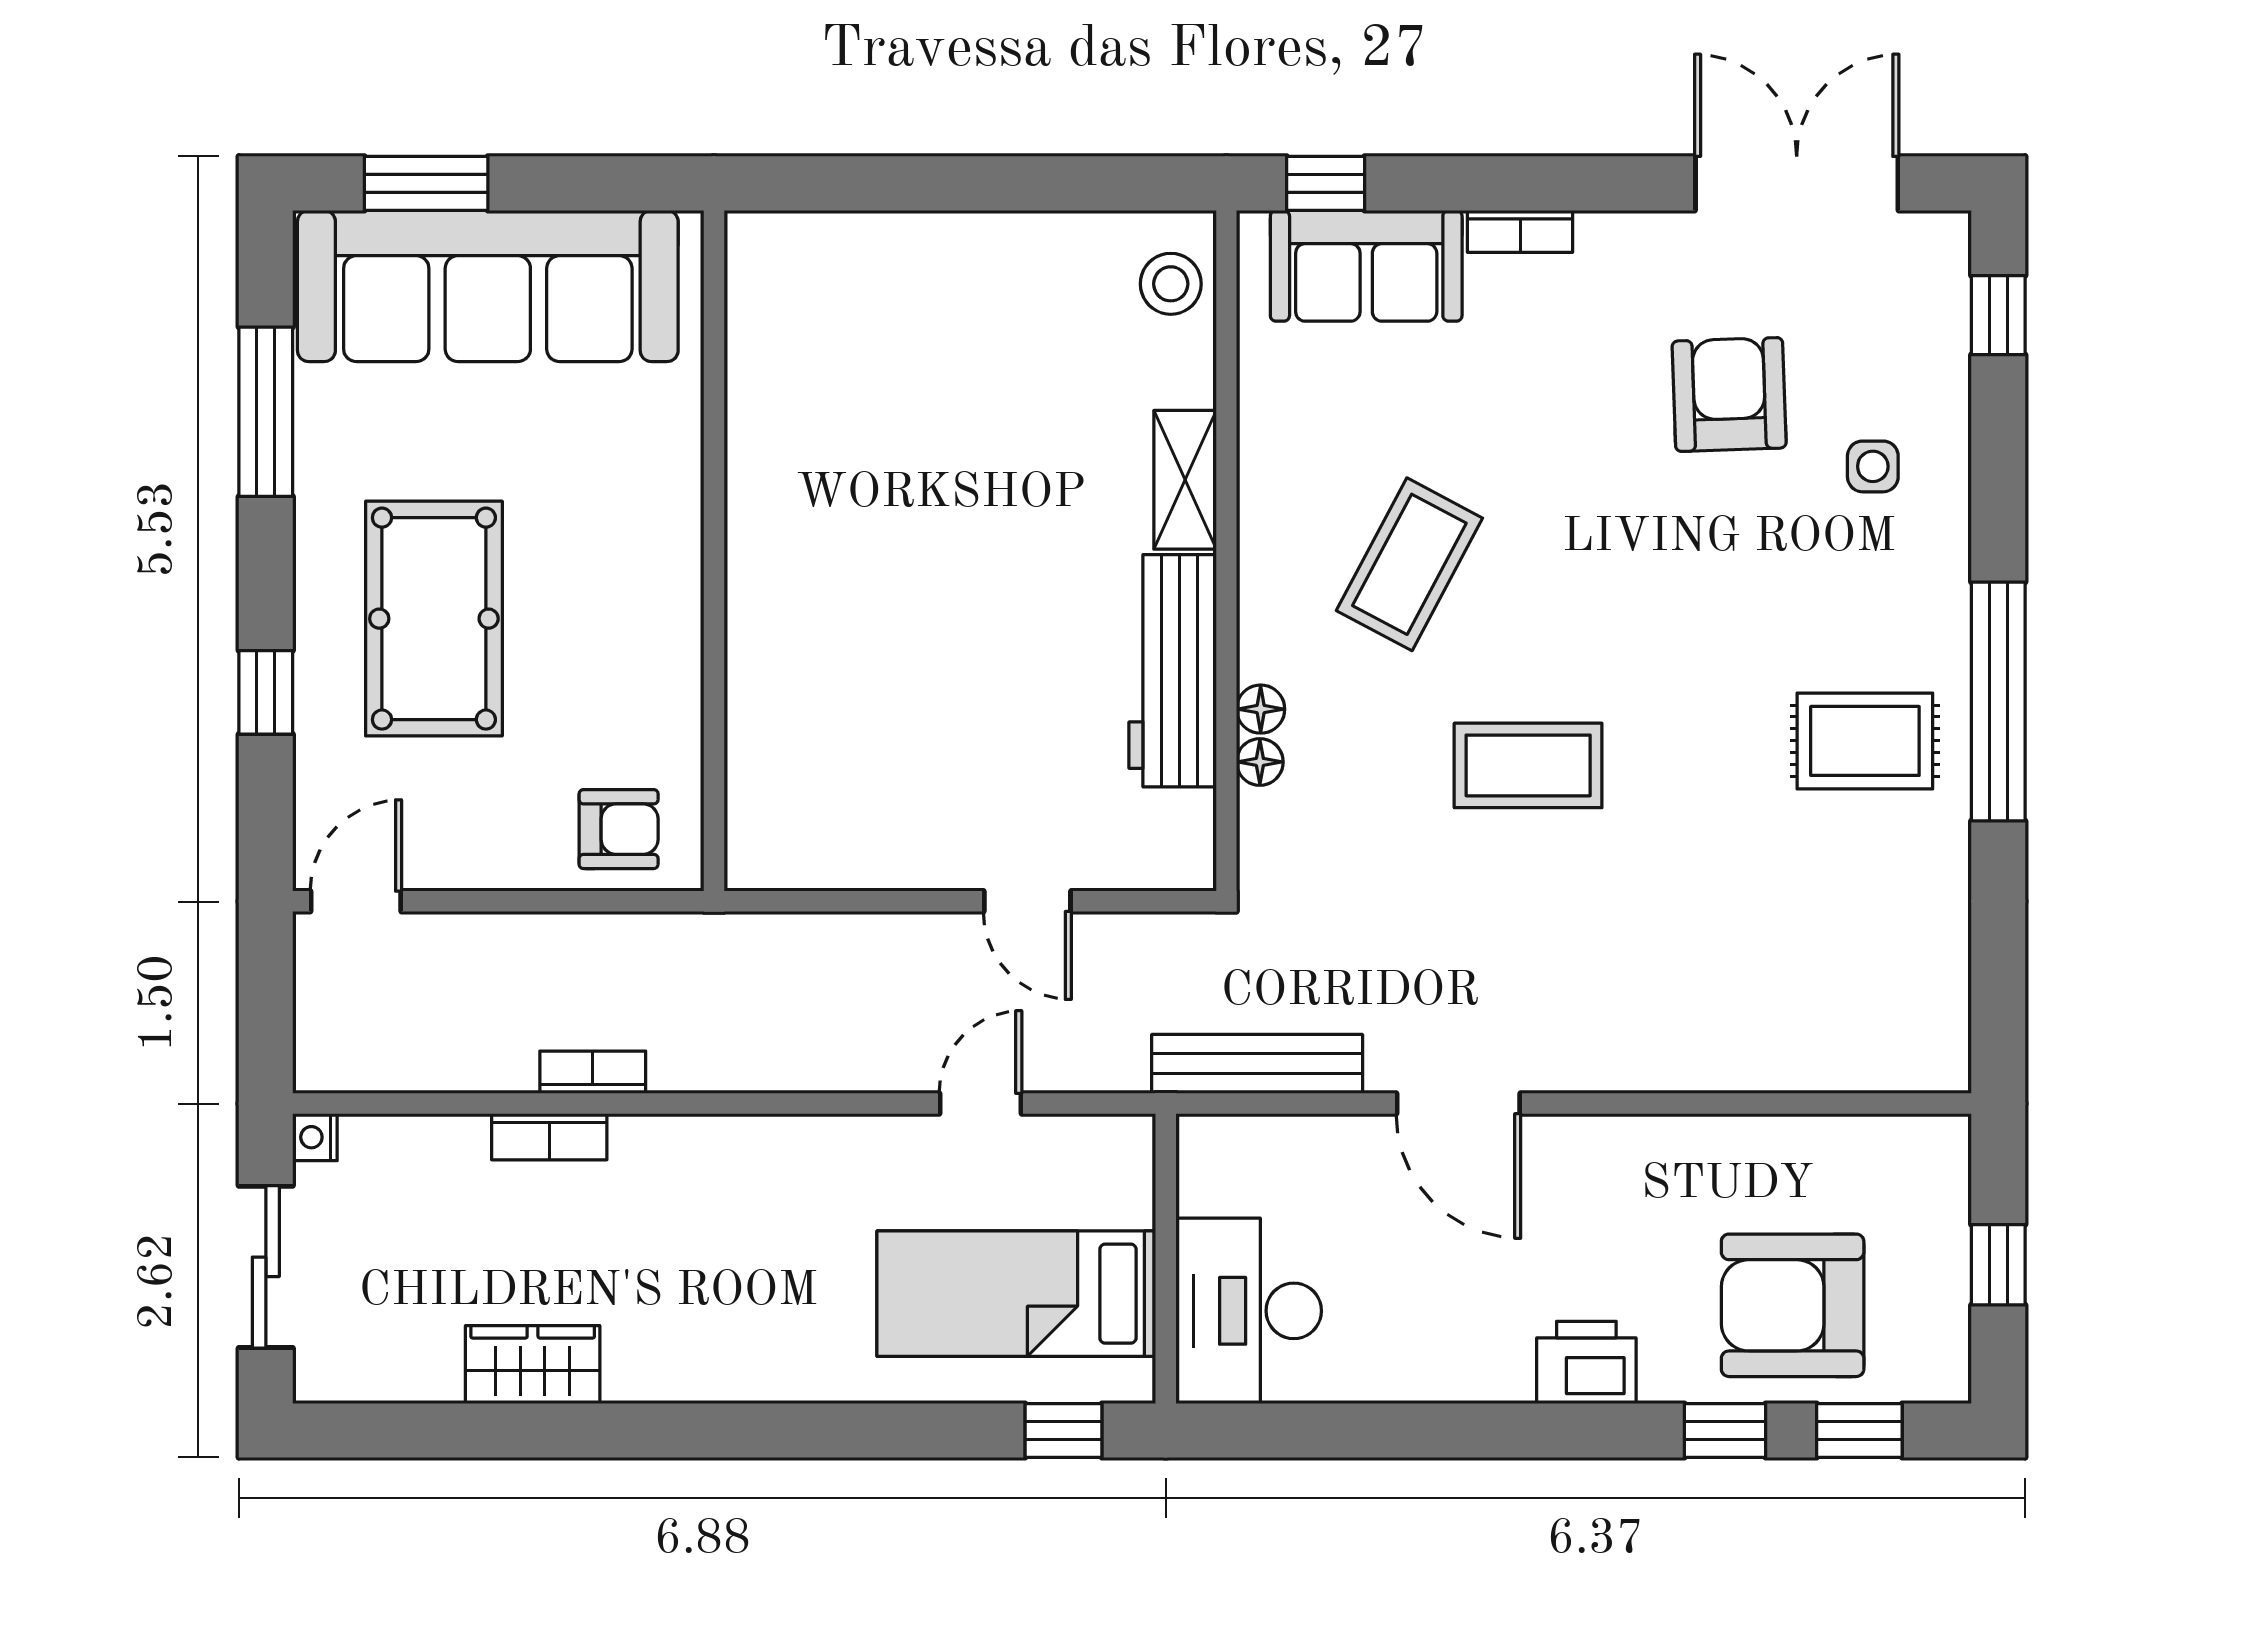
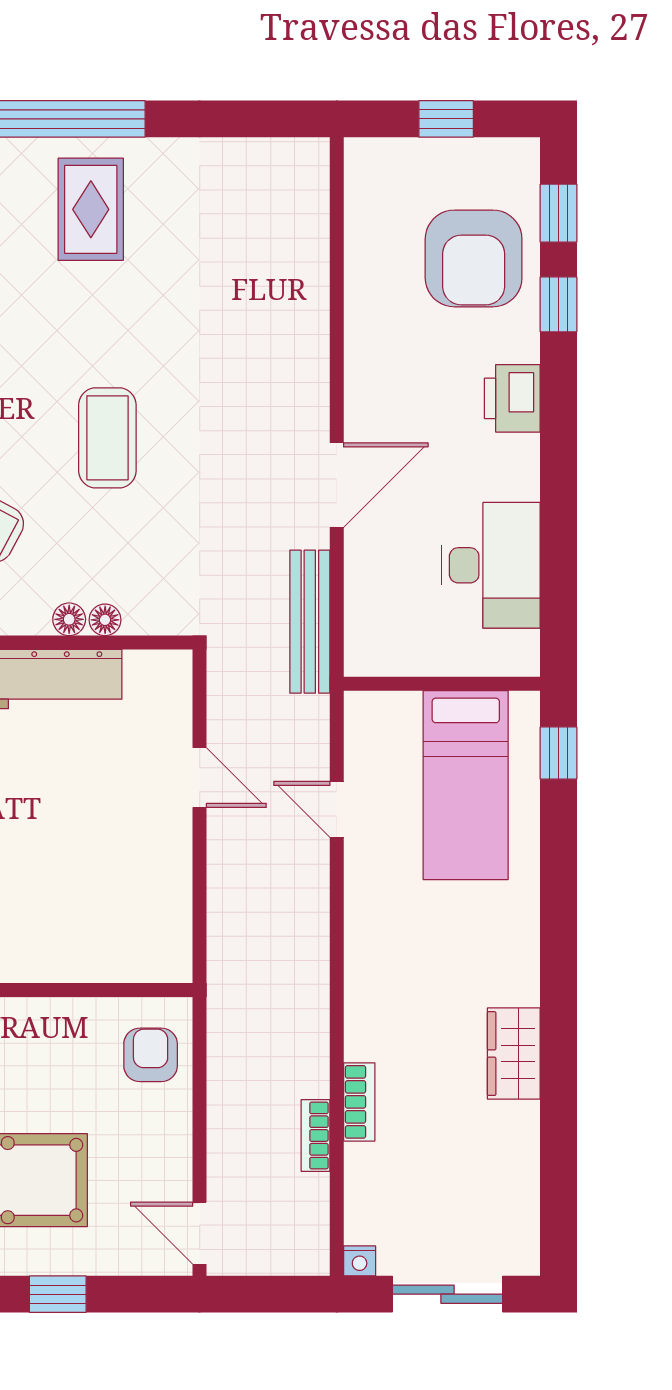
door: (1027, 901) -> (200, 778), hinge flipped
bookcase: (593, 1072) -> (316, 1135), moved
desk: (1249, 1311) -> (491, 565), moved, turned -90
wardrobe: (533, 1365) -> (514, 1054), moved

